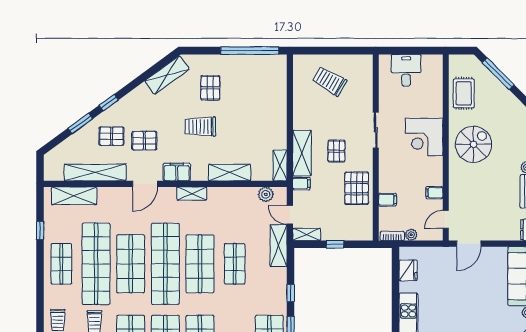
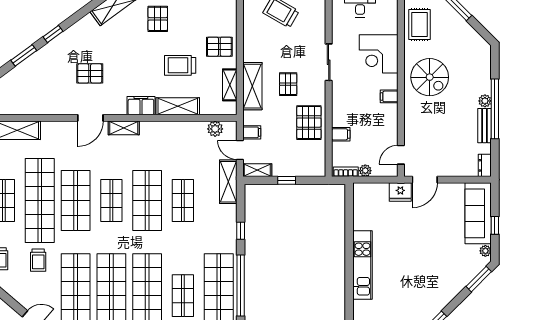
trolley: (200, 127) -> (180, 65), moved
pallet: (111, 136) -> (219, 47), moved
corner desk: (424, 137) -> (379, 54), moved
spiral stairs: (474, 144) -> (430, 77), turned 90
shelving: (280, 165) -> (230, 85), moved
filing cabinet: (177, 172) -> (141, 106), moved
shelving: (95, 173) -> (39, 106), removed
filing cabinet: (301, 184) -> (252, 132), moved
shelving: (192, 193) -> (124, 128), moved
filing cabinet: (434, 193) -> (389, 96), moved
shop shelf: (165, 264) -> (111, 200), width x0.50, depth x0.74
fridge: (408, 270) -> (400, 192), moved, turned 90

